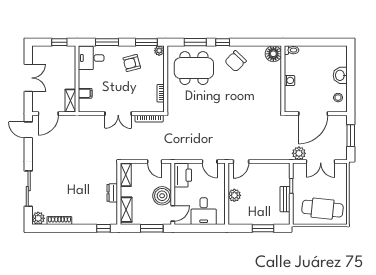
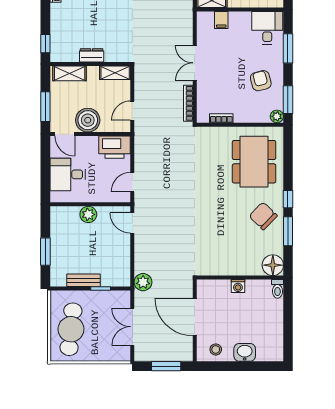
window: (195, 42) -> (288, 231), moved
plant: (299, 153) -> (143, 282), moved

